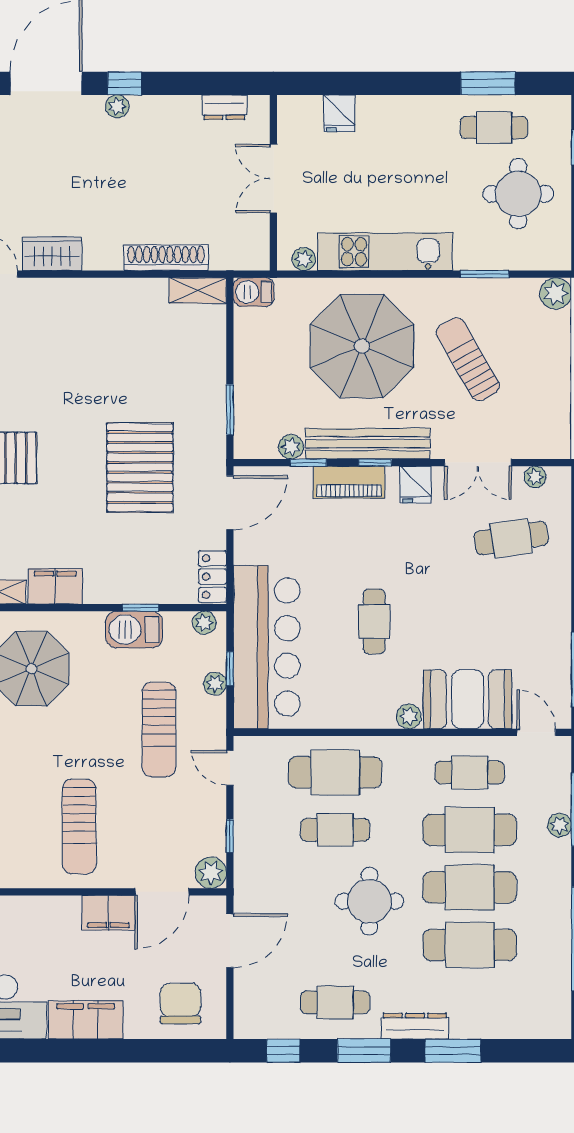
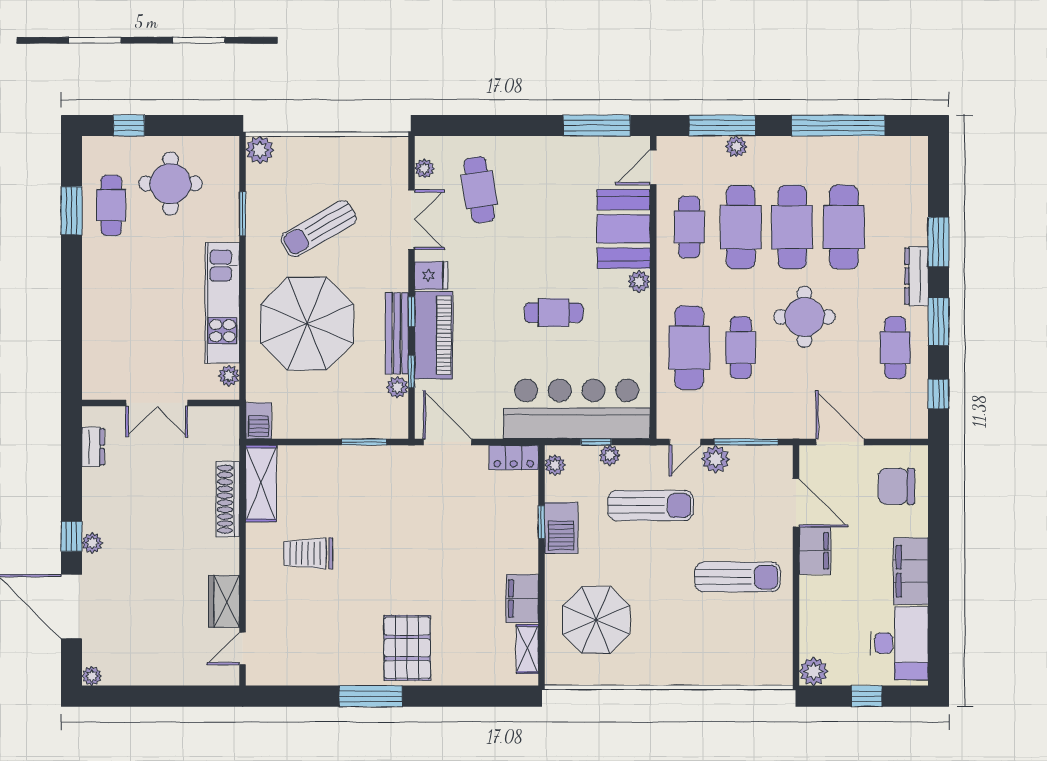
fridge: (339, 113) -> (98, 344), removed
shelving: (198, 290) -> (261, 484), width x1.50, depth x1.33
trolley: (106, 348) -> (308, 553), added
bench: (368, 444) -> (397, 333), width x0.73, depth x0.82
pallet: (140, 467) -> (416, 523), removed
piano: (349, 482) -> (434, 335), width x1.37, depth x1.33
window: (230, 836) -> (746, 442), width x2.17
plant: (211, 873) -> (716, 459), moved

